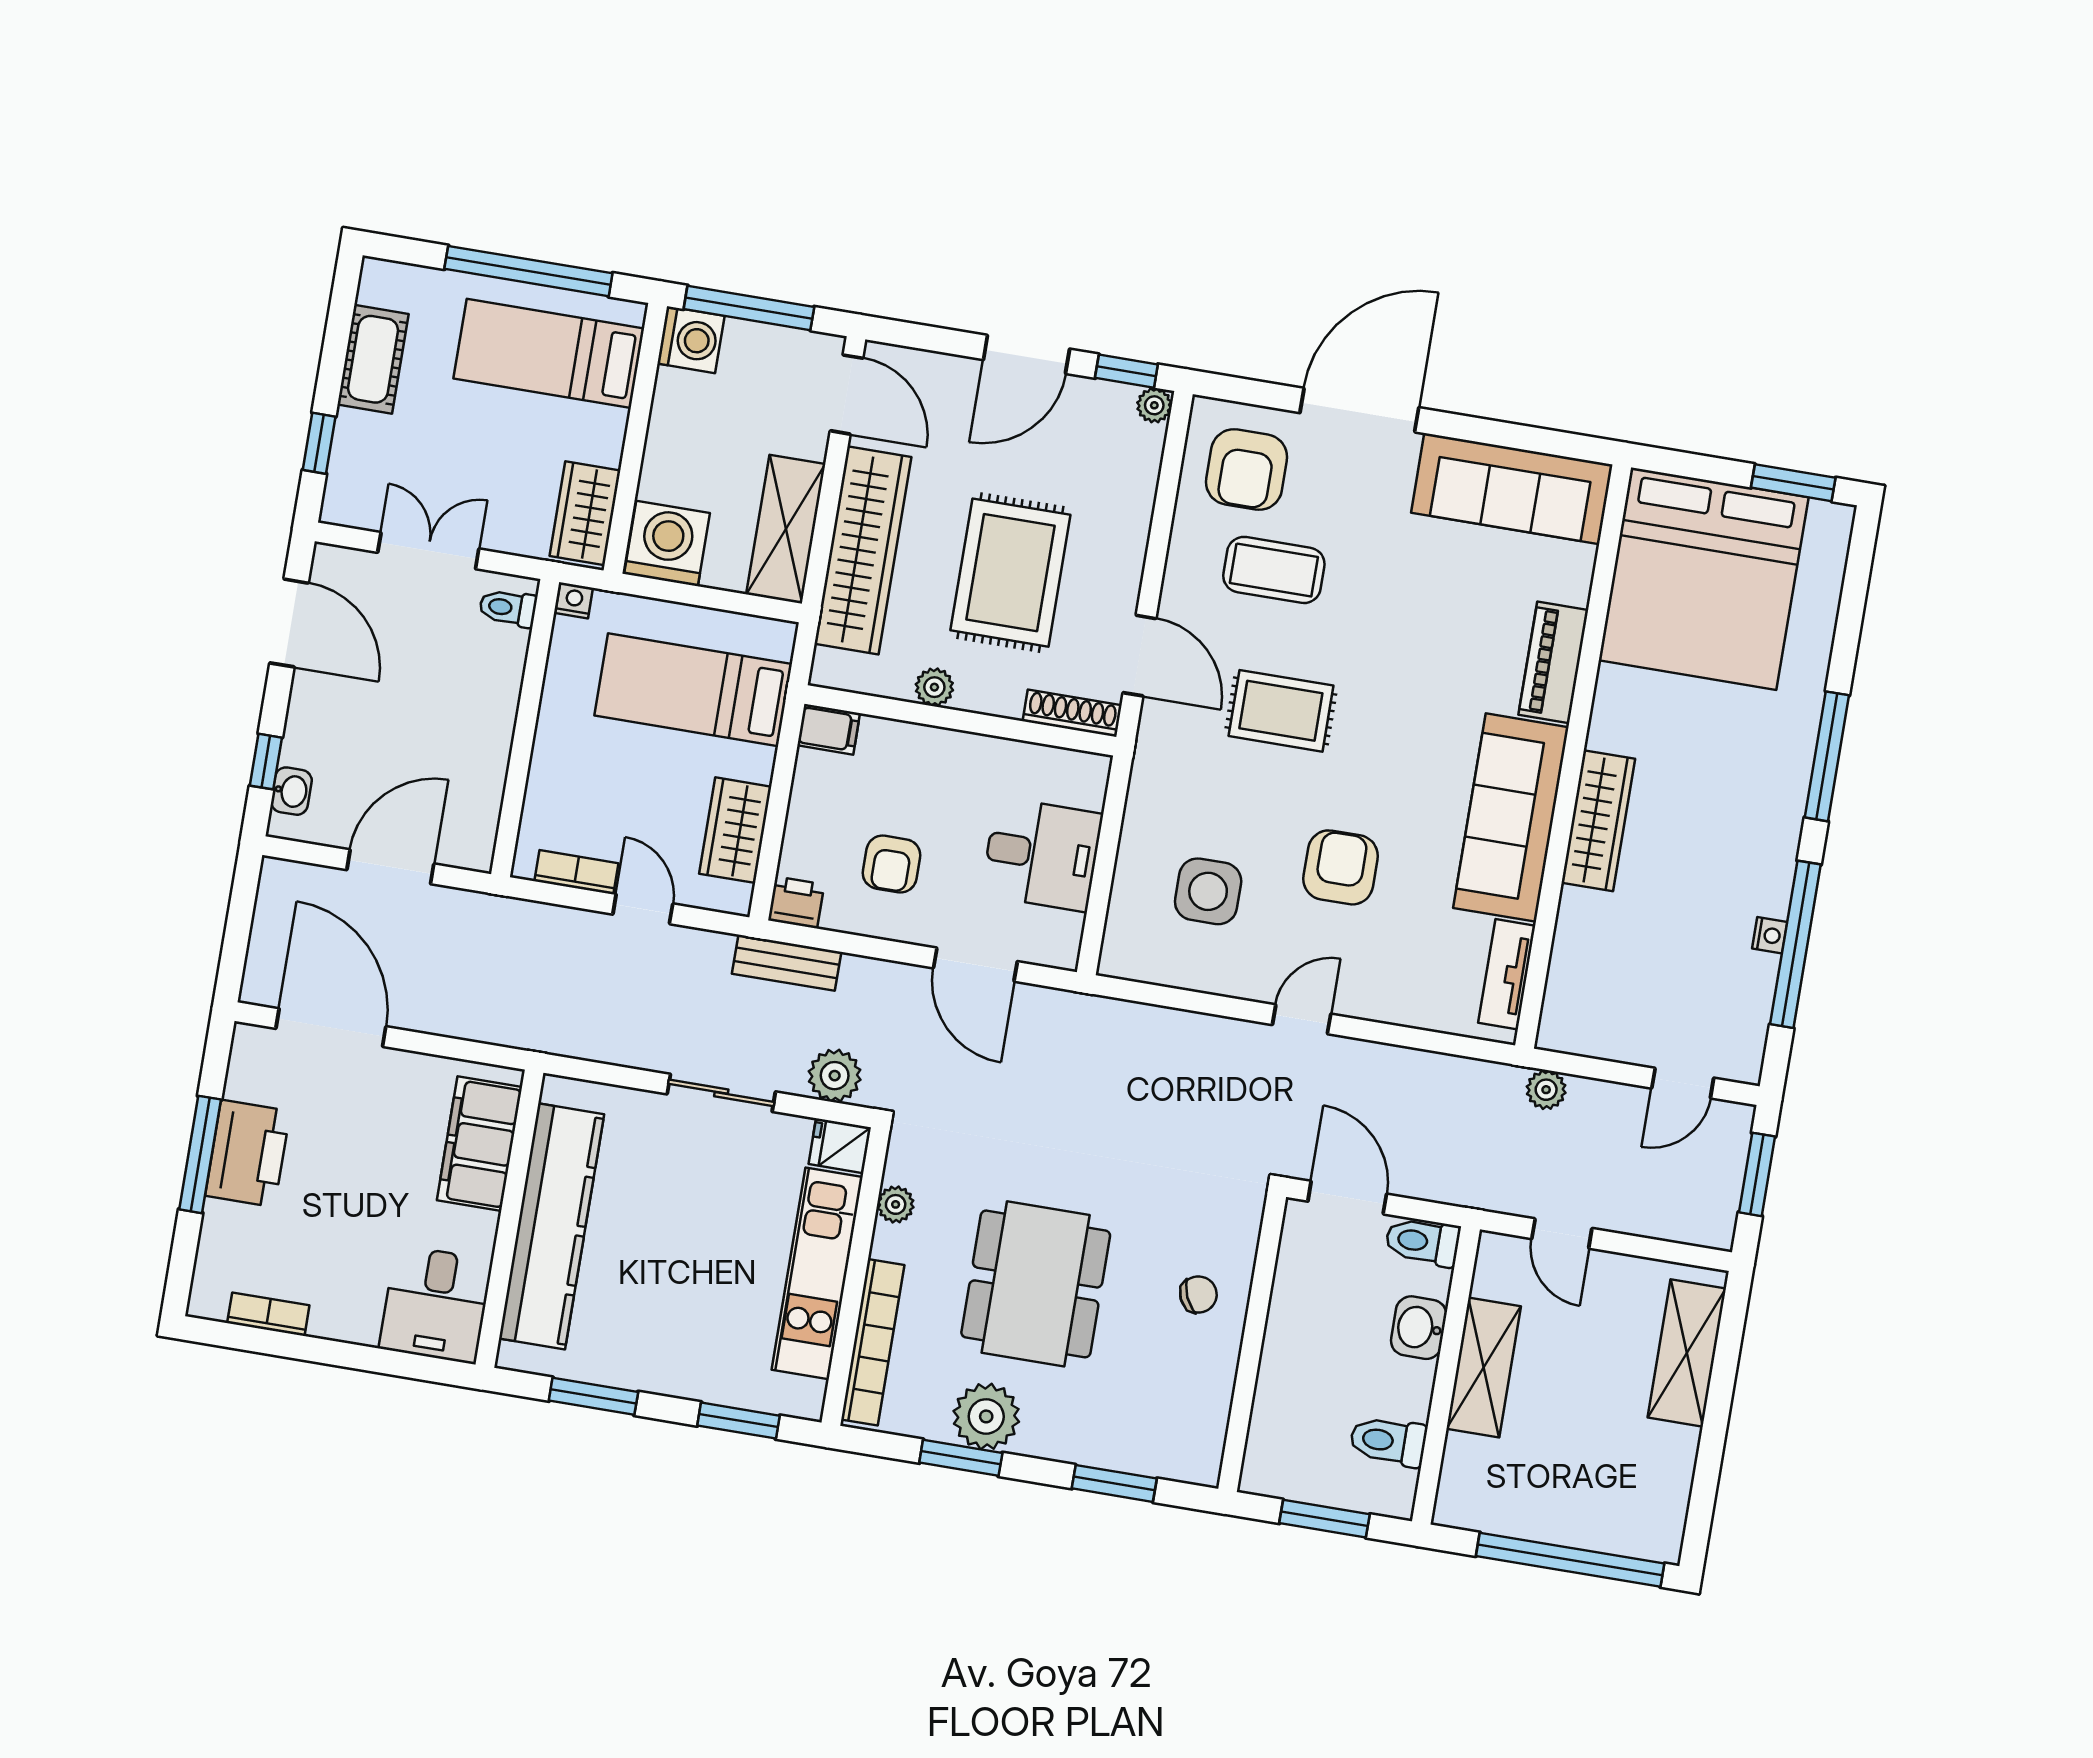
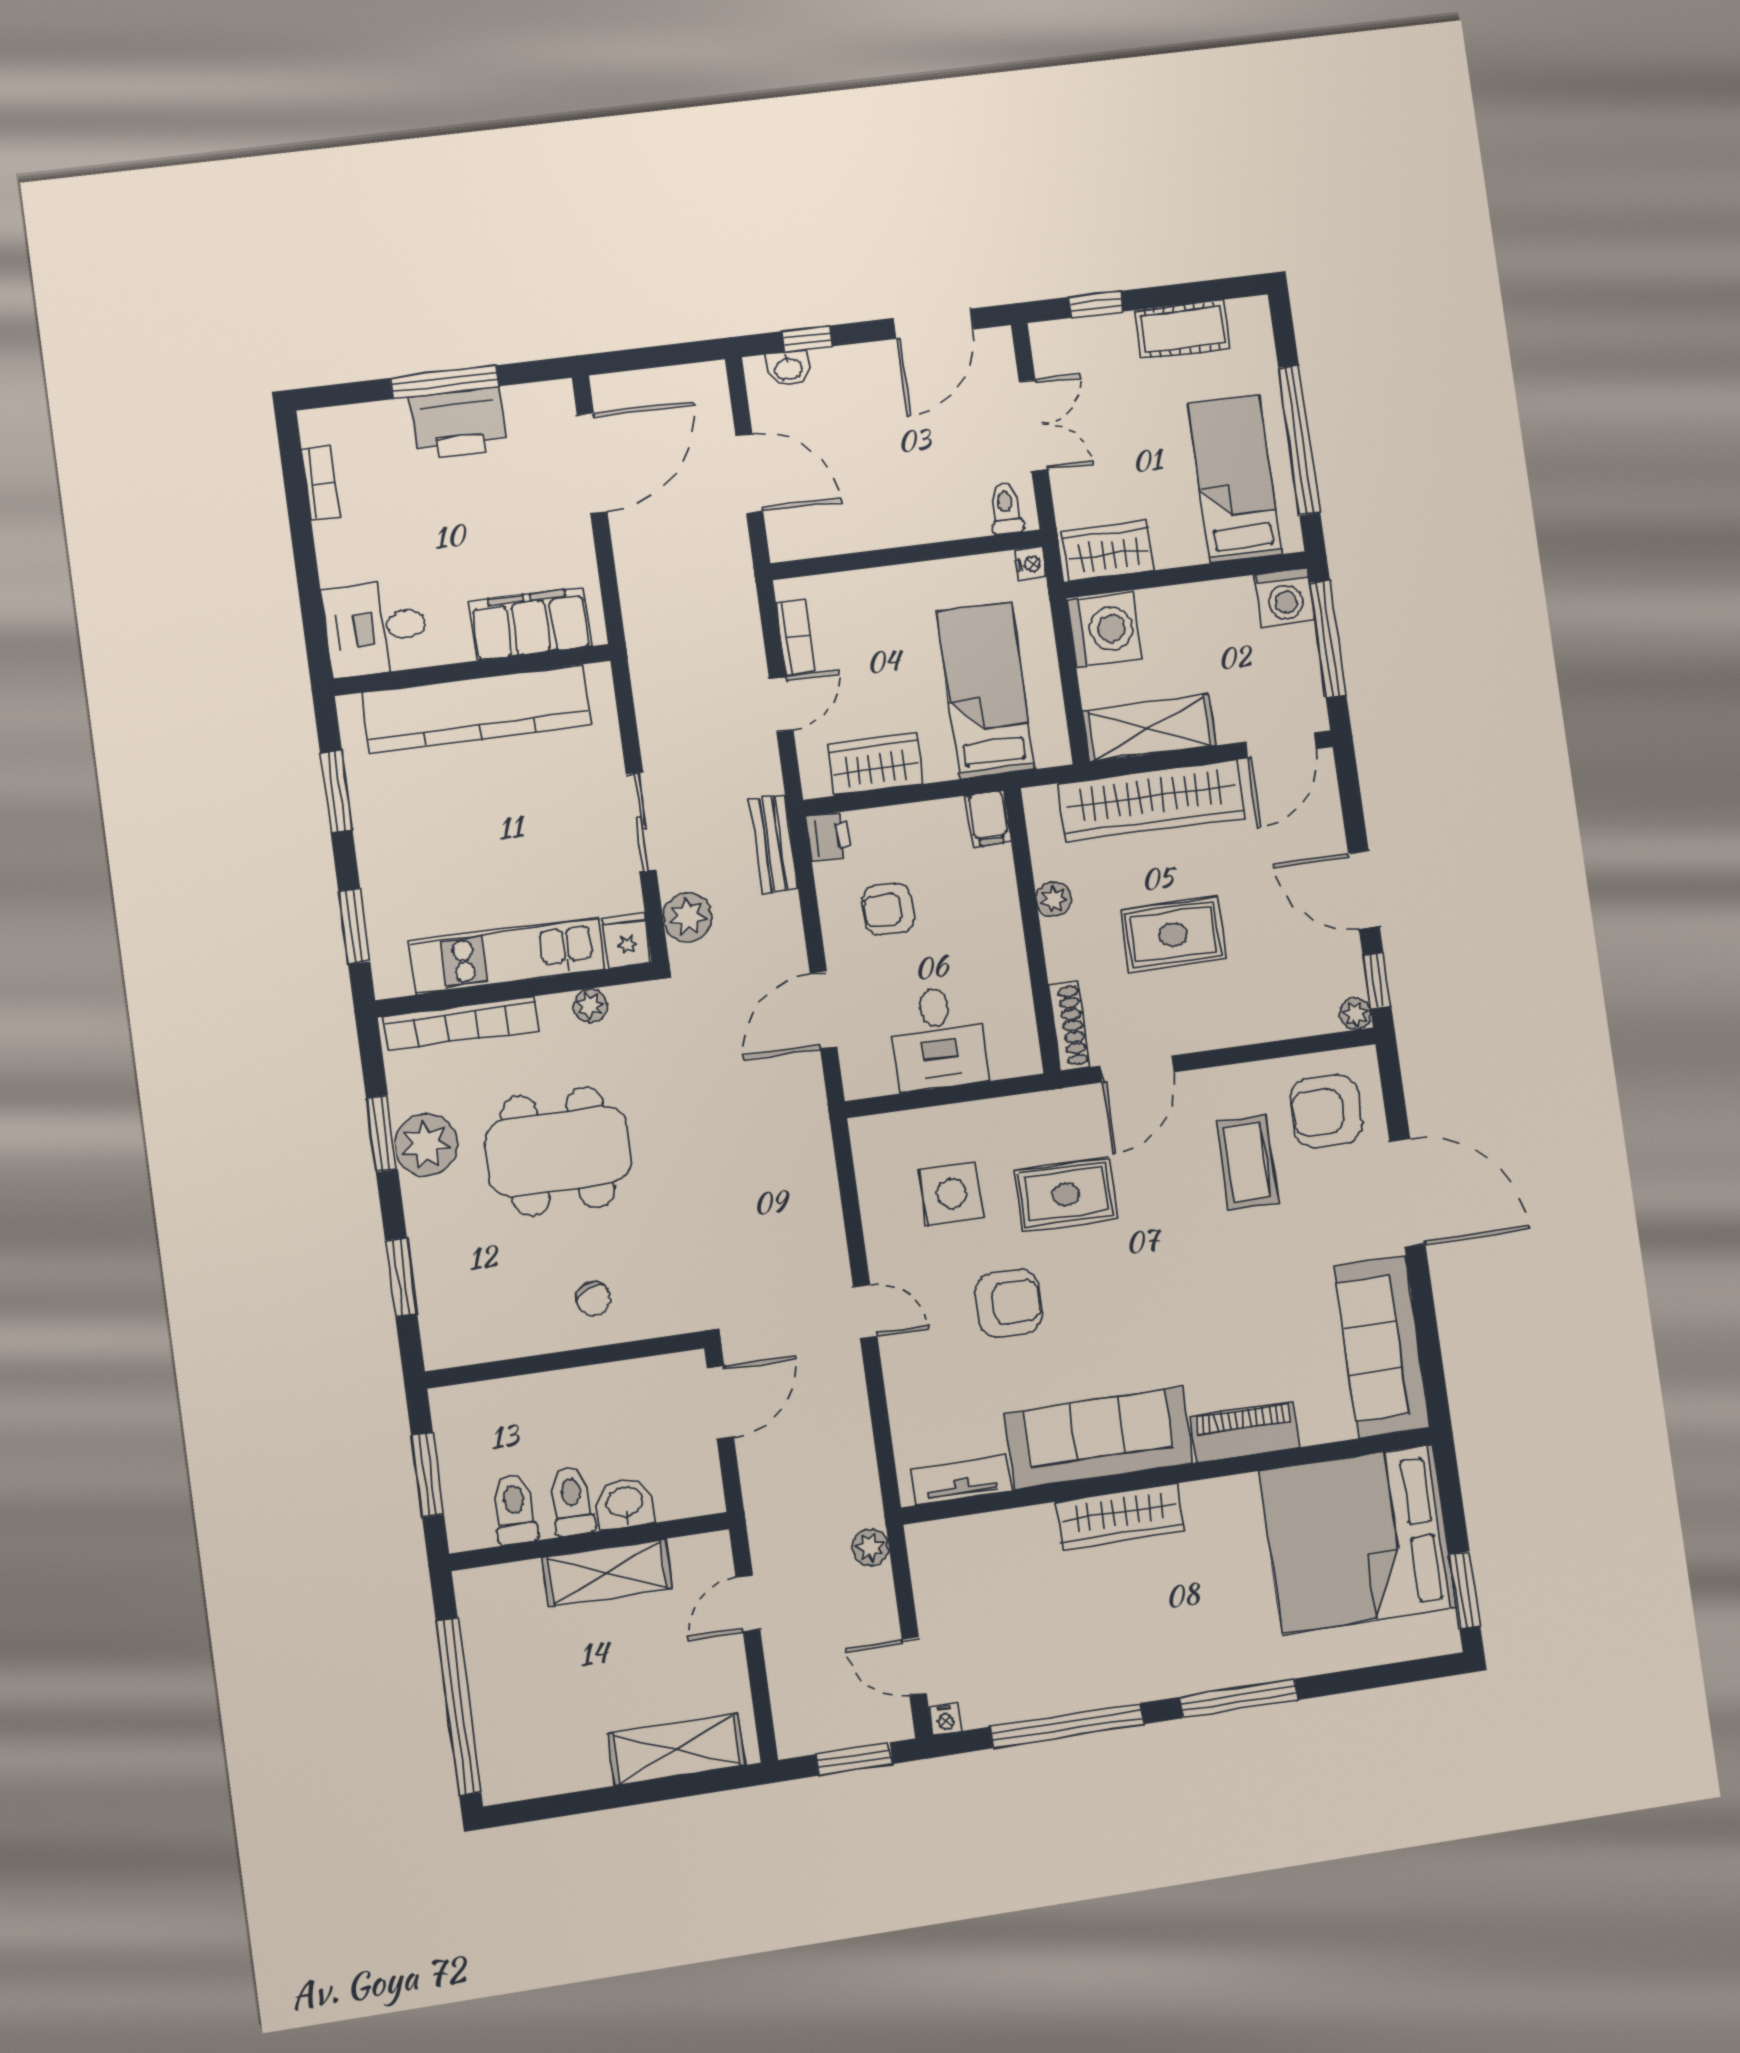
rug: (1010, 573) -> (1173, 934), width x0.73, depth x0.70
rug: (1281, 711) -> (1066, 1194), moved, turned 90
nightstand: (1770, 935) -> (945, 1719), moved
toilet: (1423, 1242) -> (572, 1501), moved

